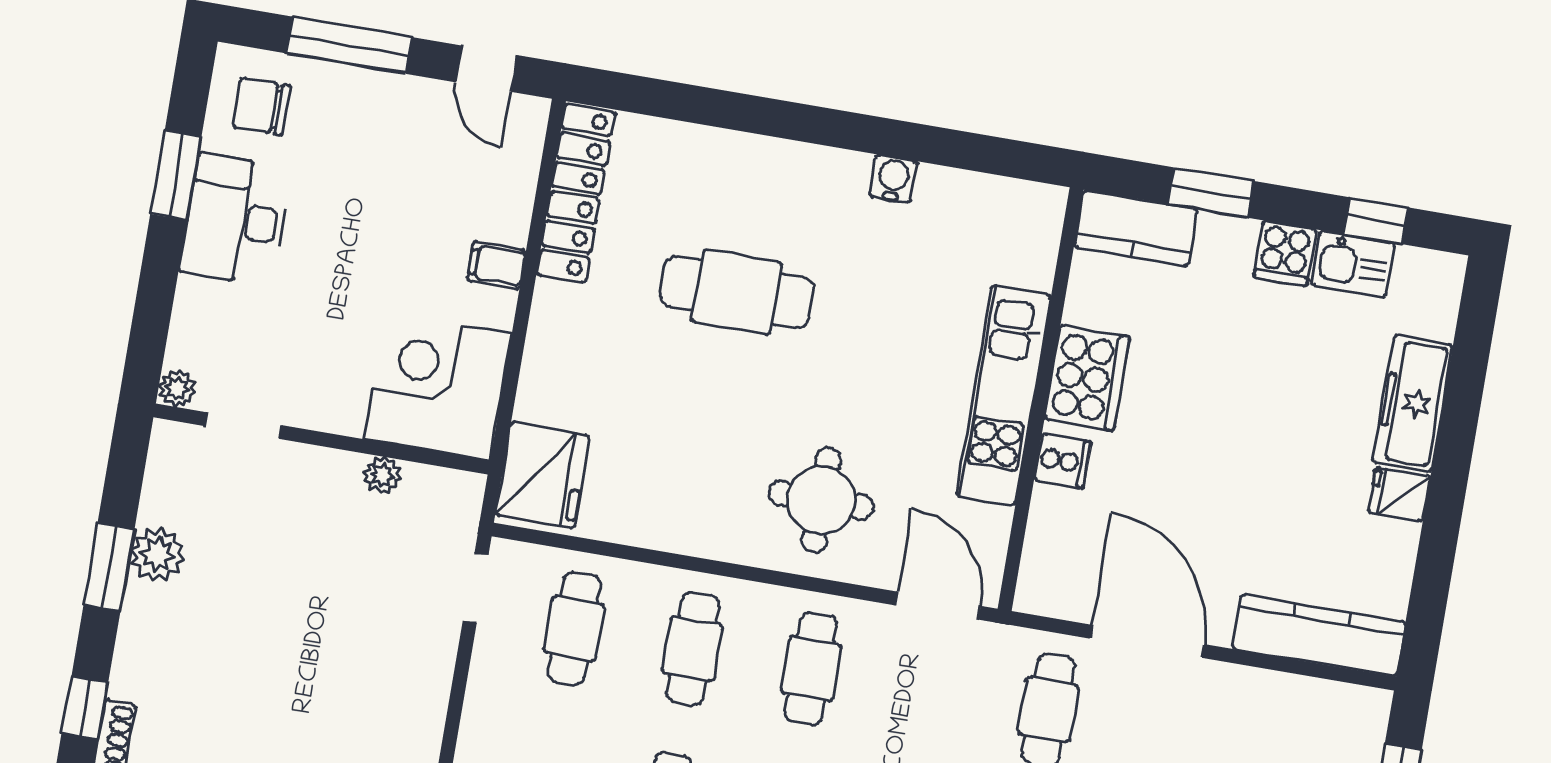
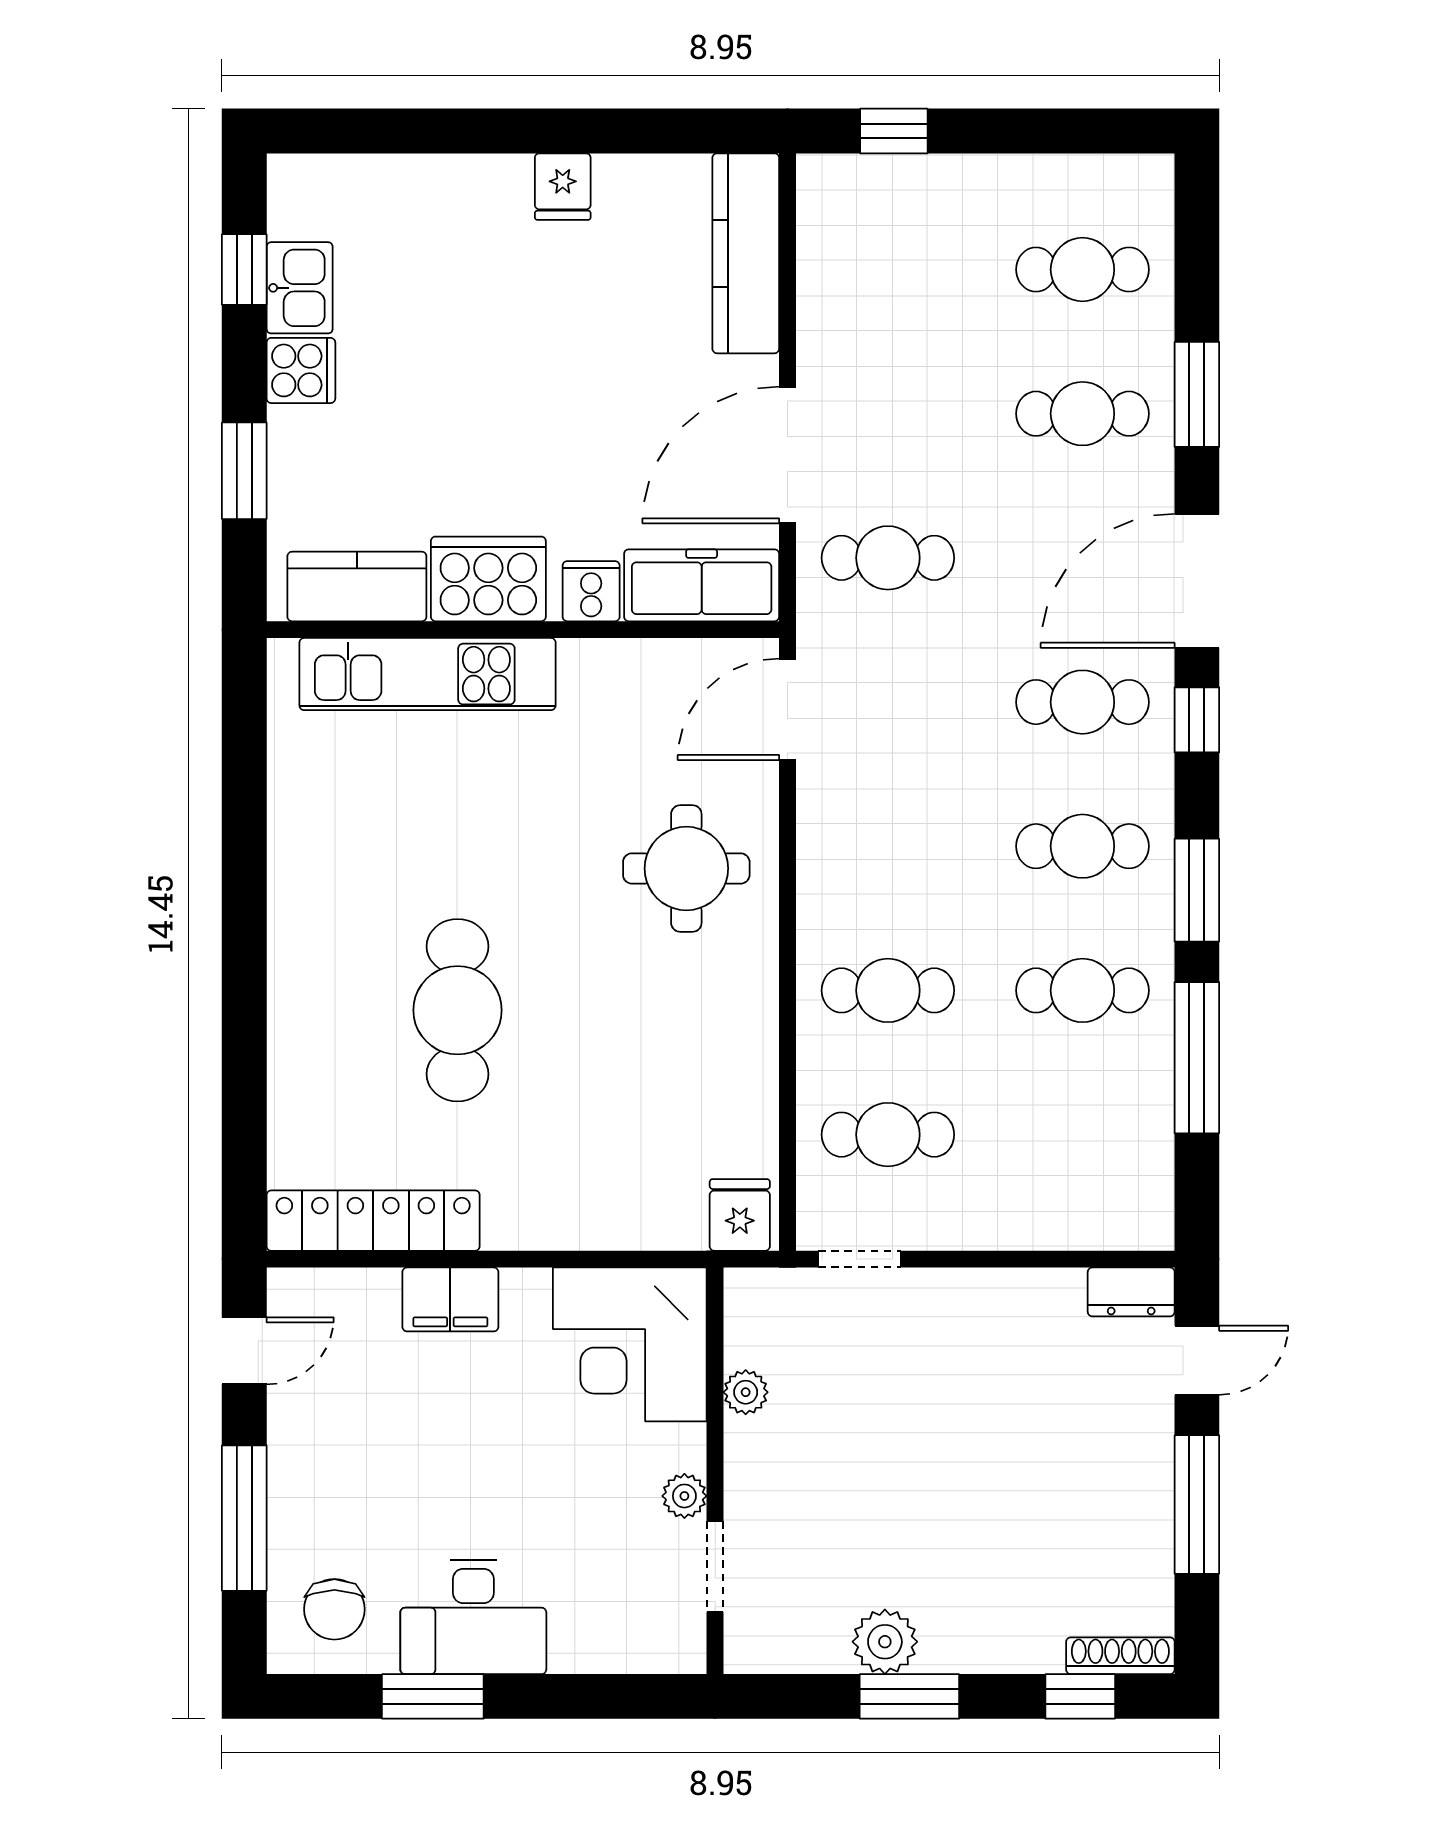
water cooler: (893, 179) -> (292, 848), removed
kitchen counter: (1136, 228) -> (357, 586), moved, turned -90
filing cabinet: (497, 265) -> (450, 1299), width x2.00
plant: (177, 388) -> (684, 1496), moved
kitchen unit: (1004, 395) -> (428, 674), moved
freezer: (1413, 404) -> (702, 585), moved, turned 180
fridge: (543, 475) -> (740, 1215), width x0.53, depth x0.75
cafe table: (811, 669) -> (888, 846), removed

